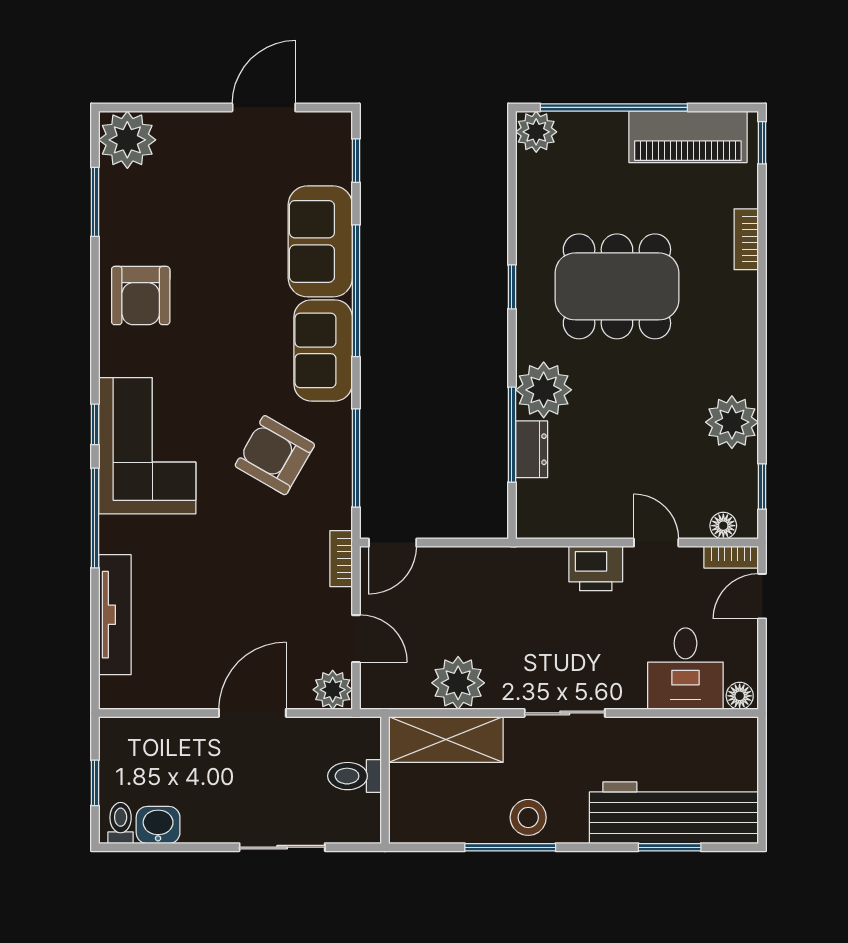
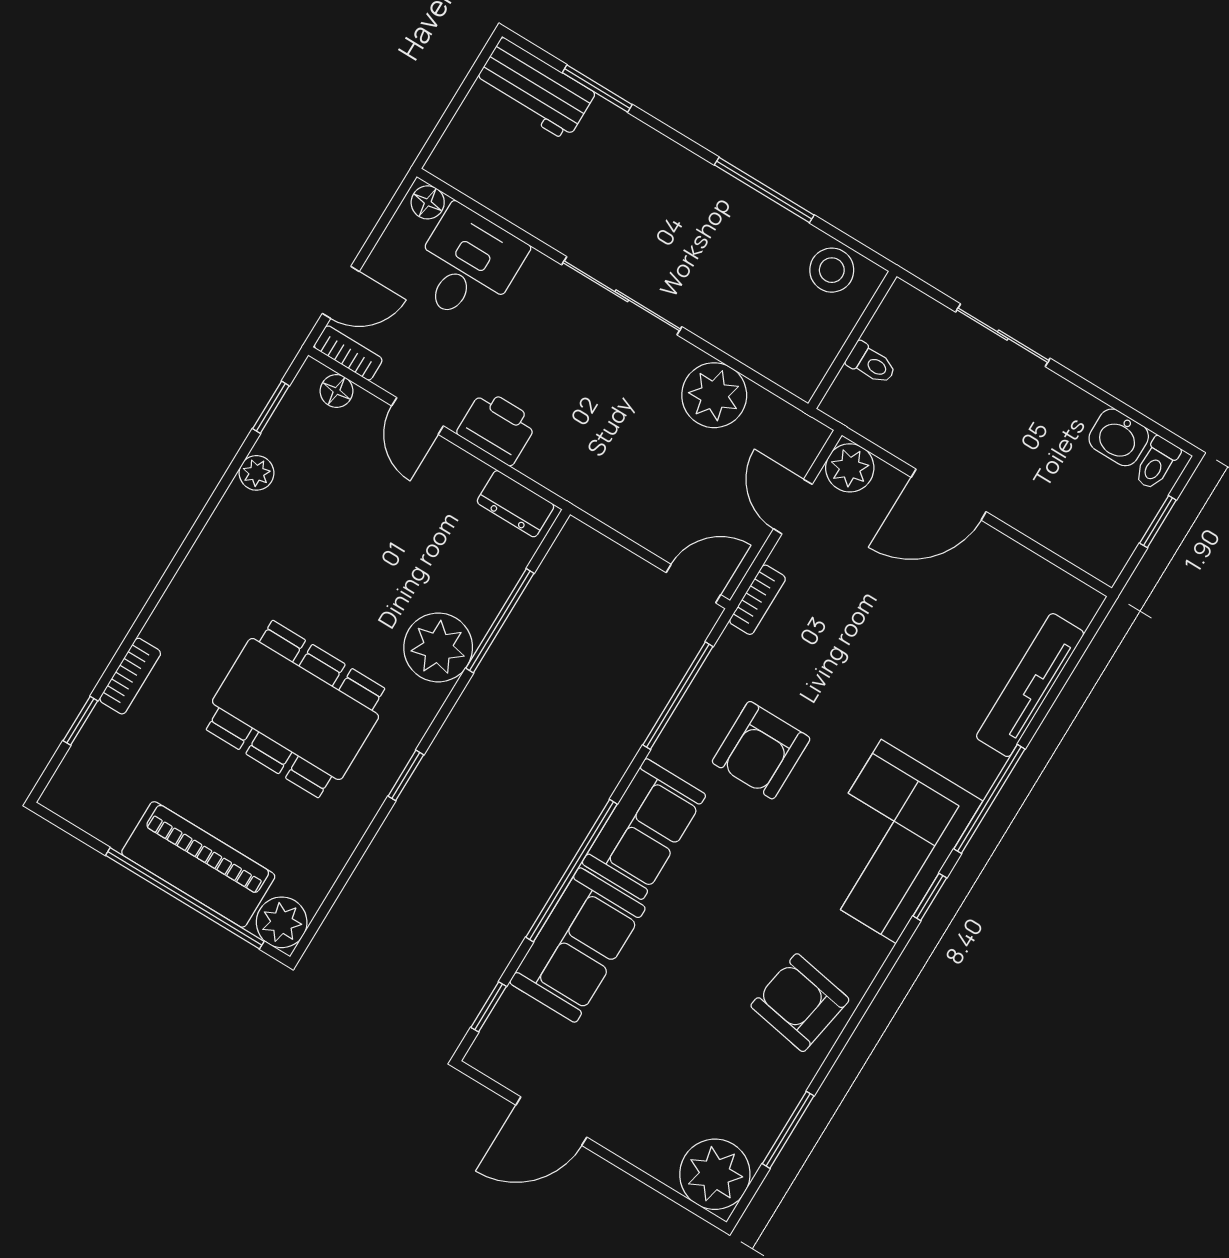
piano: (688, 137) -> (198, 864), moved
window: (762, 143) -> (80, 721), moved
armchair: (141, 296) -> (800, 1003), turned -80
plant: (732, 422) -> (257, 473), width x0.53, depth x0.53
dresser: (532, 449) -> (516, 504), moved, turned -90
armchair: (275, 455) -> (761, 750), turned 60
sliding door: (565, 713) -> (622, 296), width x1.37
shelving: (446, 740) -> (763, 344), removed
toilet: (355, 776) -> (871, 363), width x0.73, depth x0.72
workbench: (674, 813) -> (534, 89), width x0.53, depth x0.76
stool: (528, 817) -> (832, 270), moved

